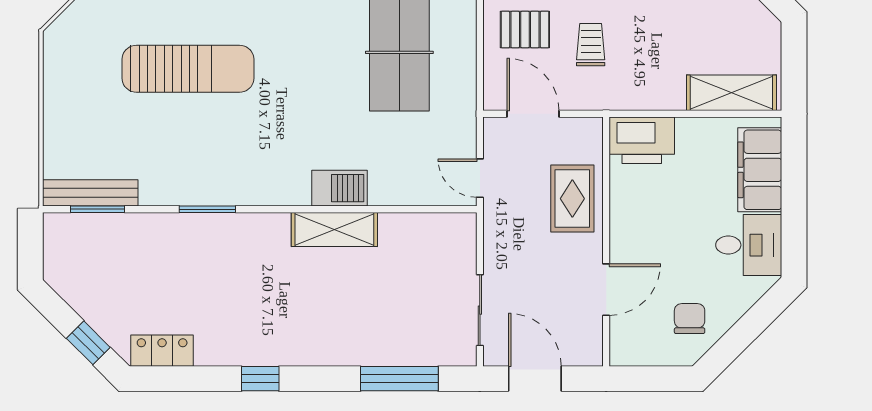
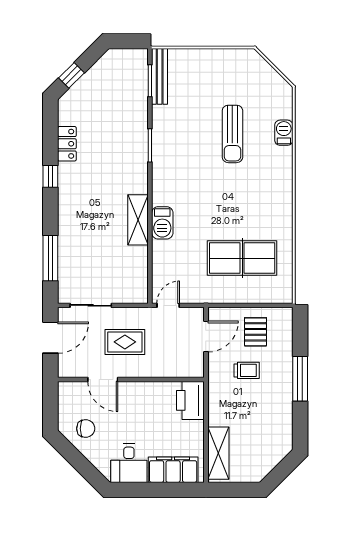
sun lounger: (188, 69) -> (232, 134), width x0.73, depth x0.75
rug: (572, 199) -> (125, 342), moved
locker: (162, 351) -> (67, 144), moved

